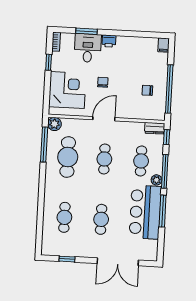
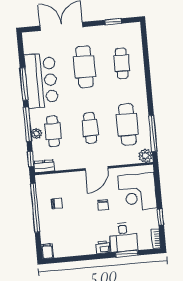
plant: (156, 180) -> (36, 134), moved
cafe table: (101, 219) -> (85, 67), width x1.37, depth x1.35

